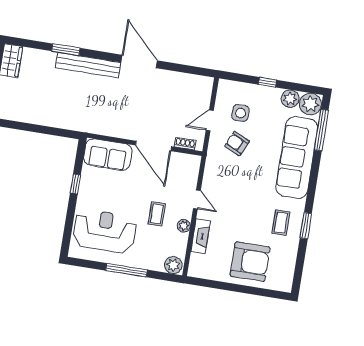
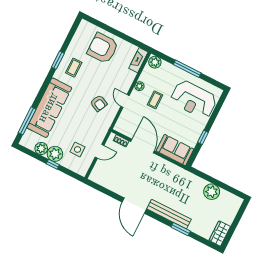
plant: (310, 104) -> (55, 154), moved
plant: (40, 114) -> (212, 192), added
armchair: (237, 144) -> (99, 103), moved
fireplace: (201, 236) -> (138, 60), moved

